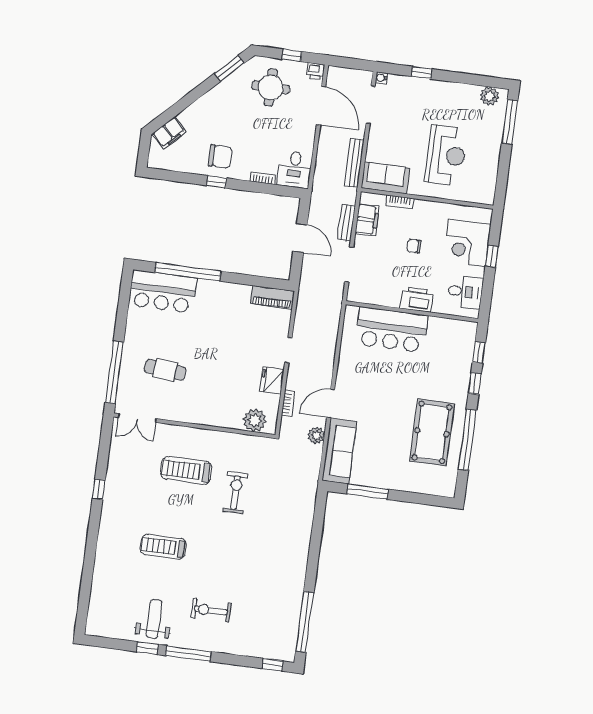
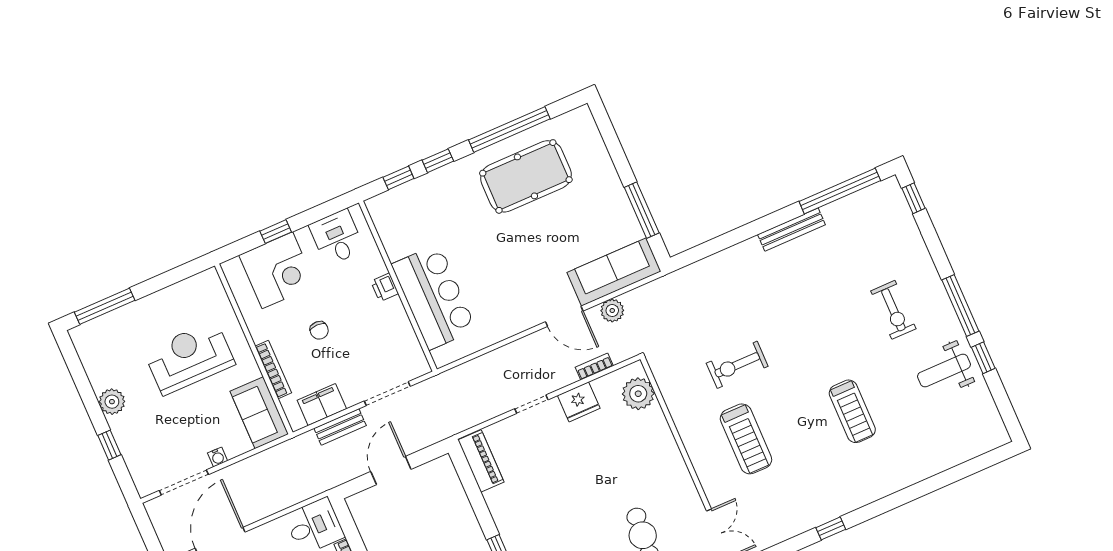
water cooler: (381, 78) -> (218, 457), moved
plant: (489, 96) -> (112, 402), moved
bench: (354, 163) -> (791, 230), moved
bookcase: (400, 202) -> (273, 370), width x1.56
printer: (417, 299) -> (385, 287), width x0.53, depth x0.68

